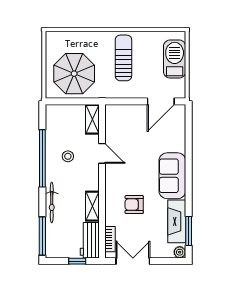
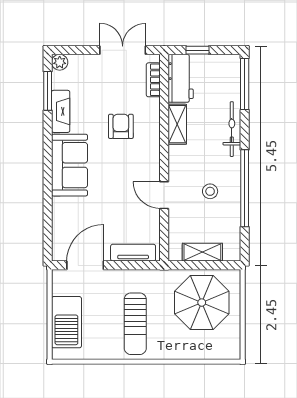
tv unit: (125, 111) -> (133, 253), added
shelving: (92, 119) -> (202, 252), moved, turned 90
armchair: (134, 205) -> (121, 126), turned -90
fireplace: (177, 221) -> (61, 111), width x0.73, depth x0.76
double door: (133, 261) -> (123, 50), swing flipped

